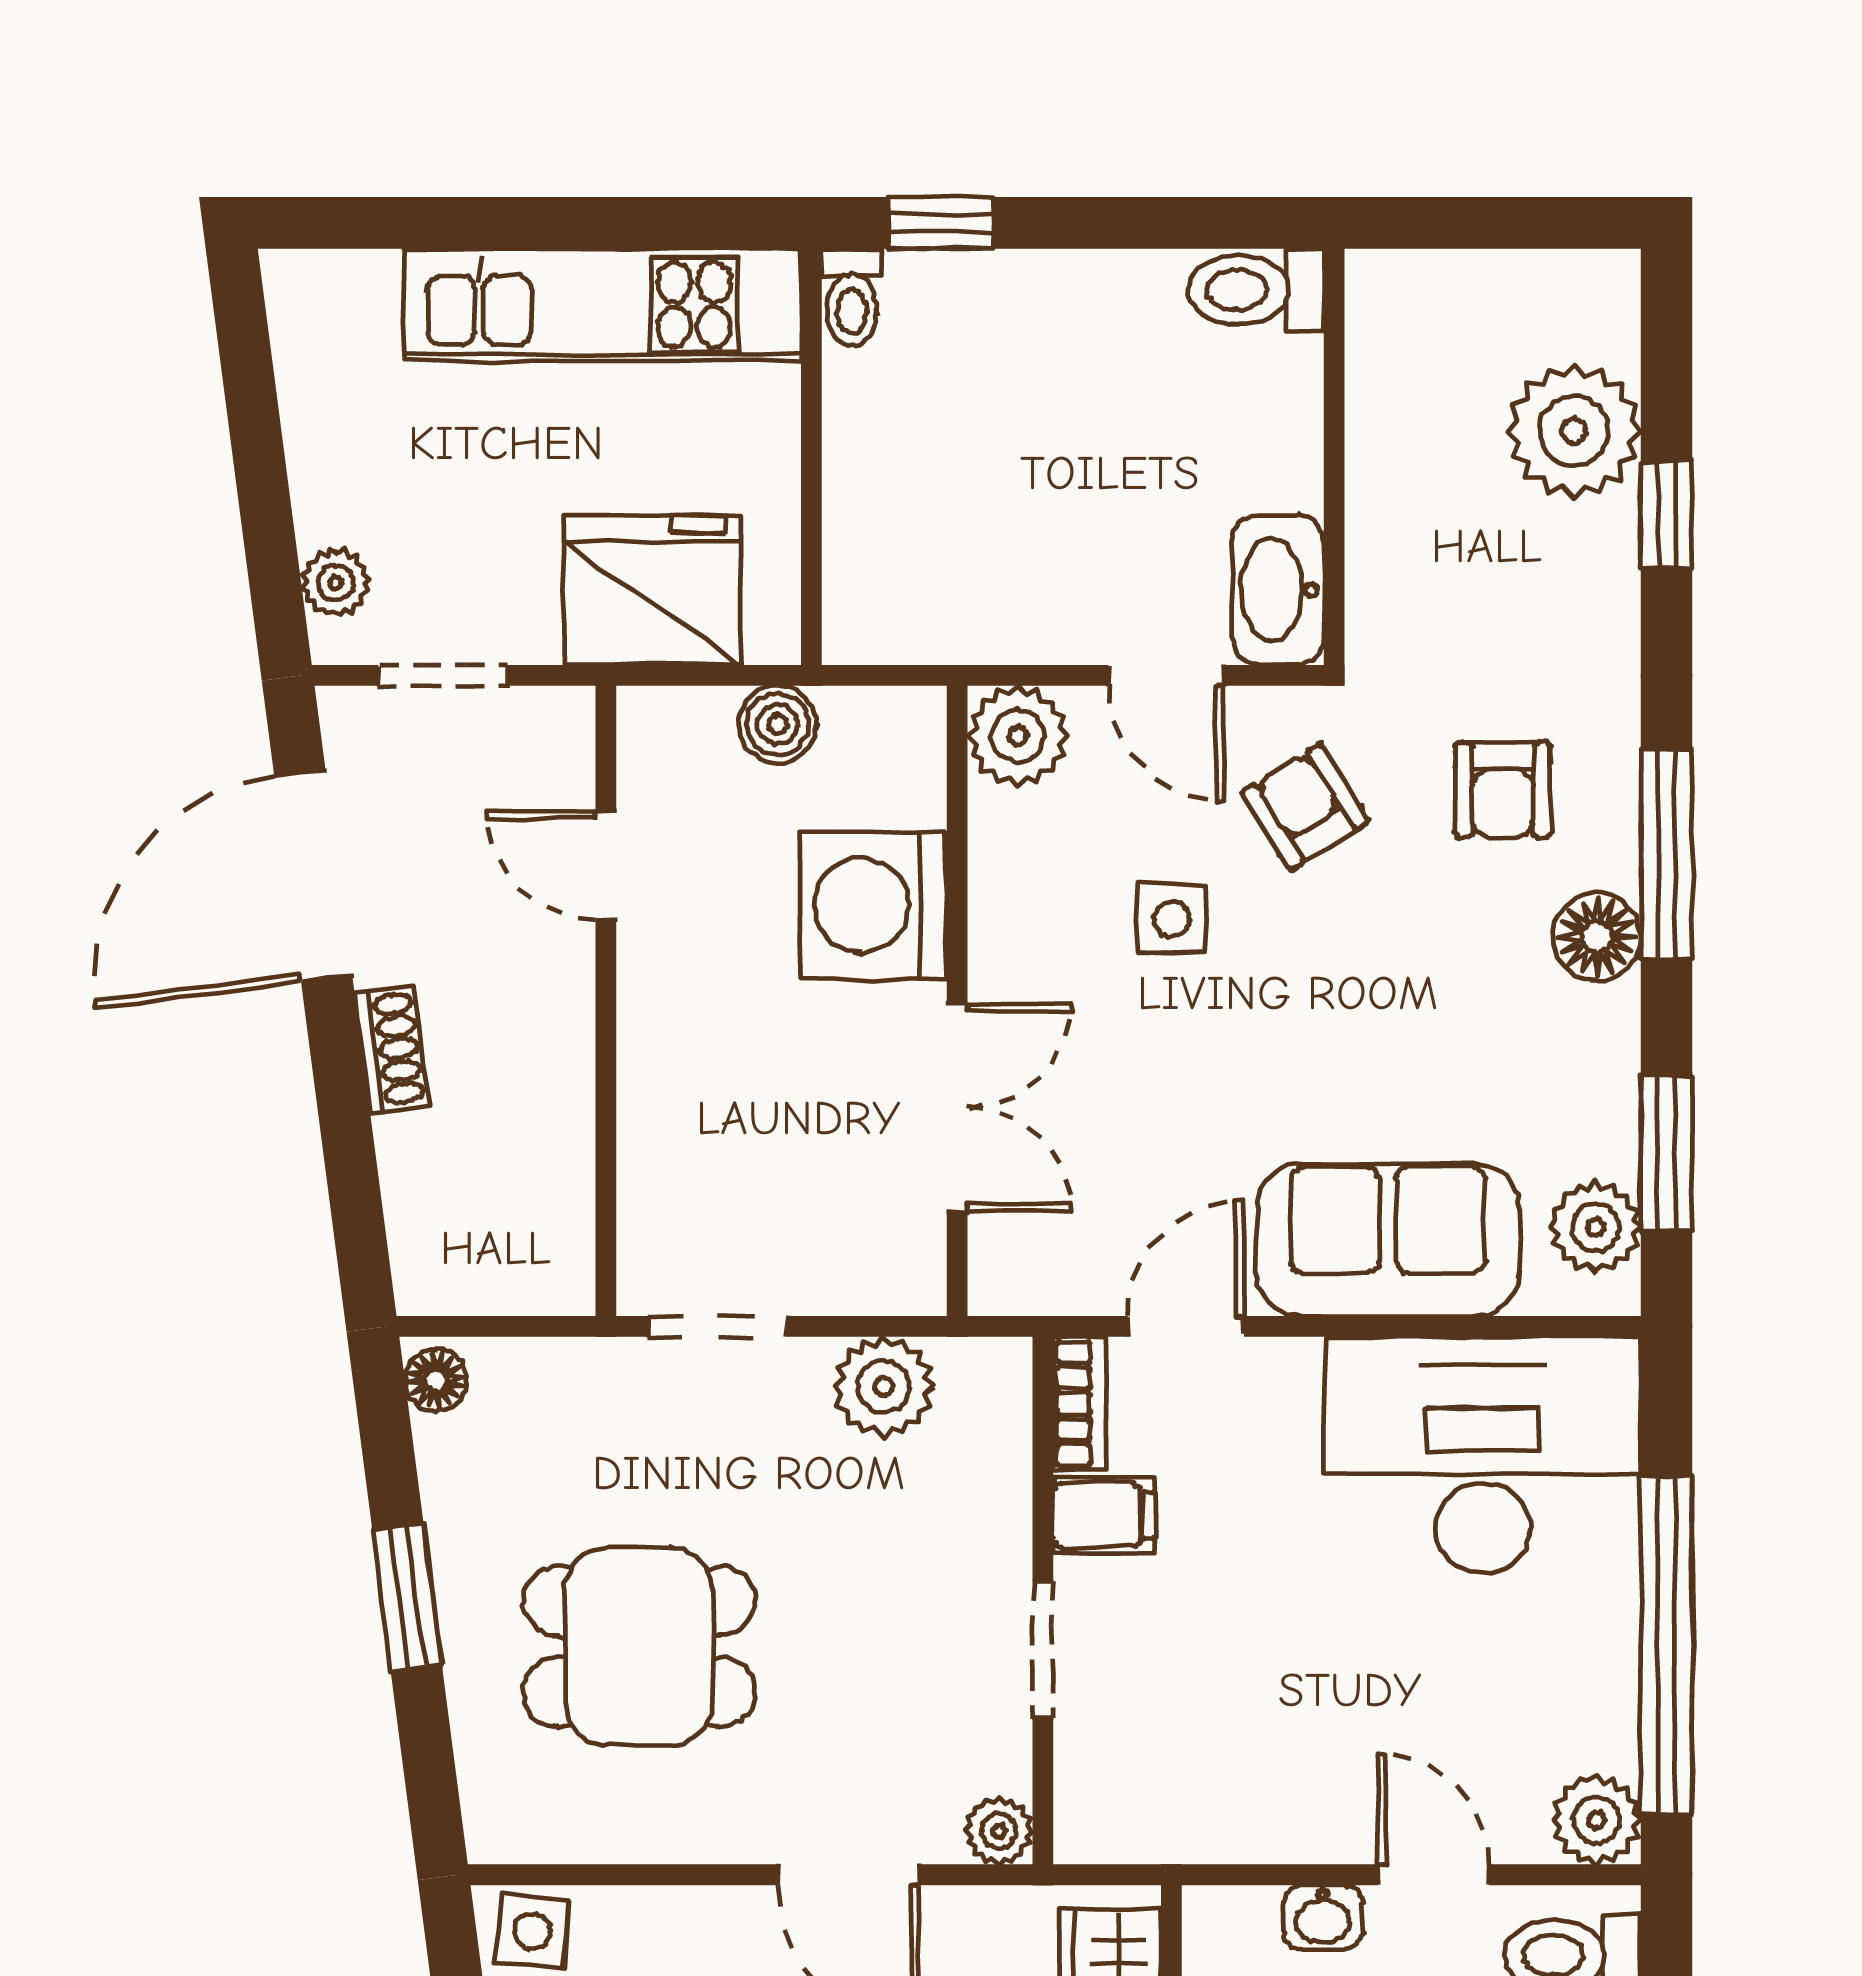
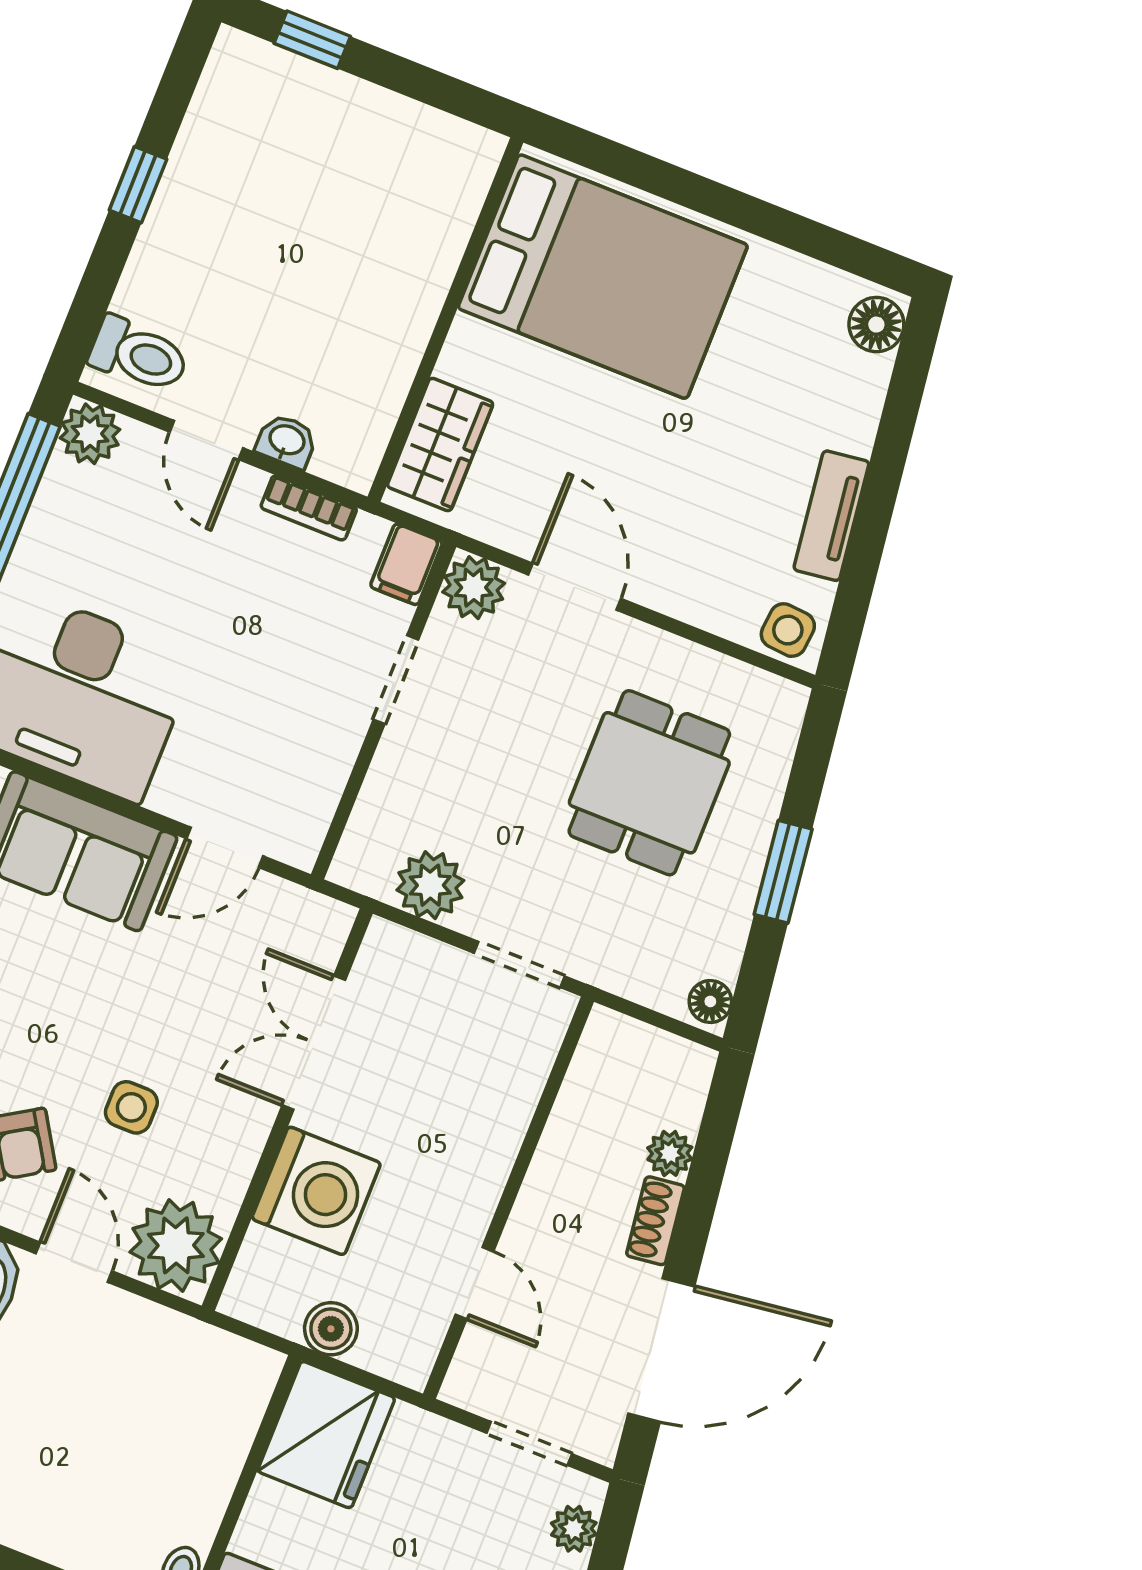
fridge: (653, 590) -> (326, 1435), moved, turned -90
plant: (1018, 736) -> (176, 1245), width x1.36, depth x1.36
plant: (409, 1150) -> (670, 1153), added
bookcase: (1080, 1403) -> (309, 508), moved, turned -90
filing cabinet: (1104, 1515) -> (406, 564), moved, turned -90
dining table: (639, 1647) -> (649, 783), turned 90
plant: (999, 1831) -> (474, 588), width x1.38, depth x1.38

